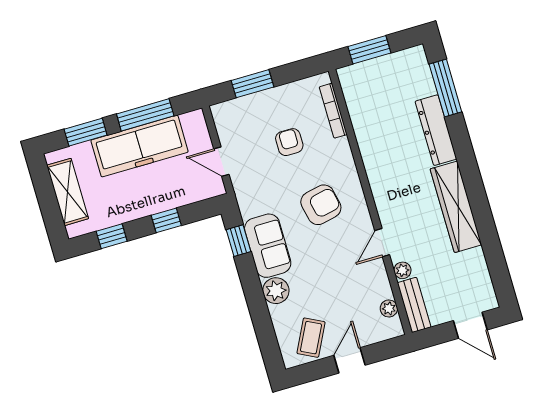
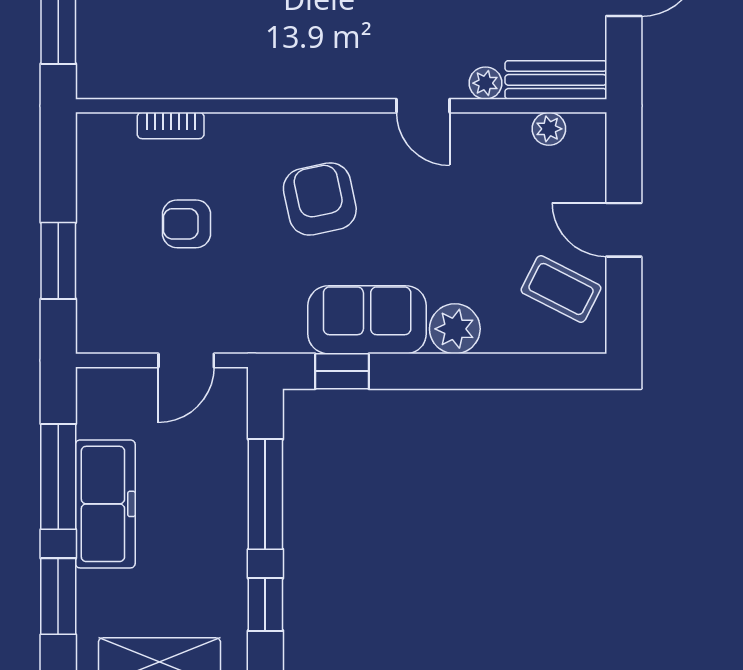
bookcase: (333, 111) -> (171, 125), width x0.64
freezer: (140, 146) -> (105, 504), width x0.73, depth x0.79
window: (166, 220) -> (265, 494), width x2.17

